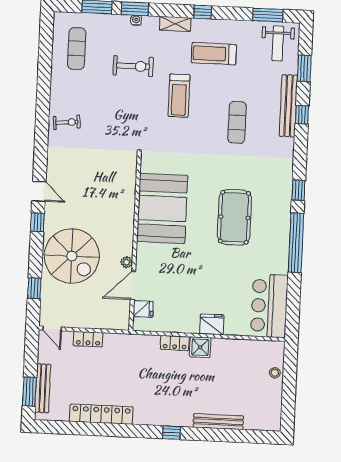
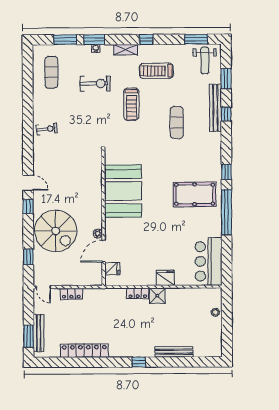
pool table: (234, 217) -> (195, 194), moved, turned 90

